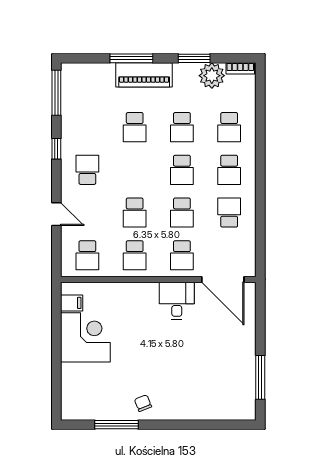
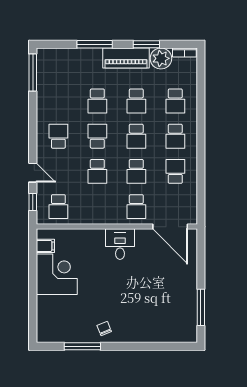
piano: (144, 75) -> (126, 58), moved
window: (56, 149) -> (33, 202), moved
school desk: (135, 255) -> (97, 136), moved, turned 180
desk: (177, 301) -> (120, 244), moved

